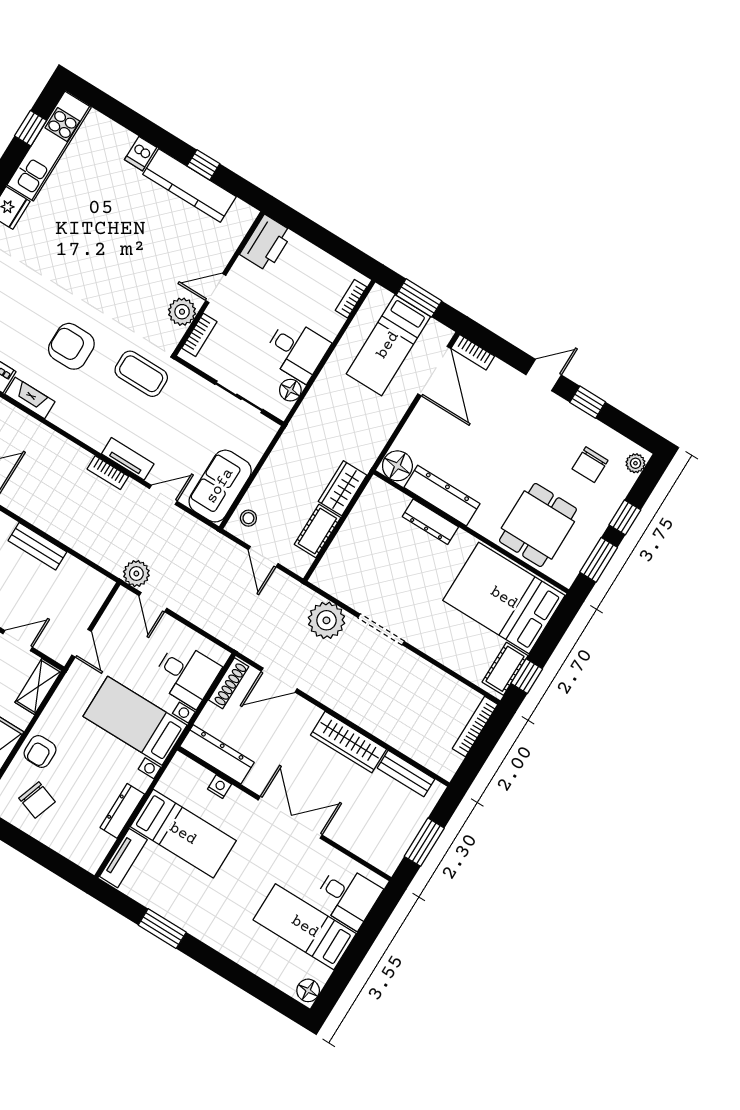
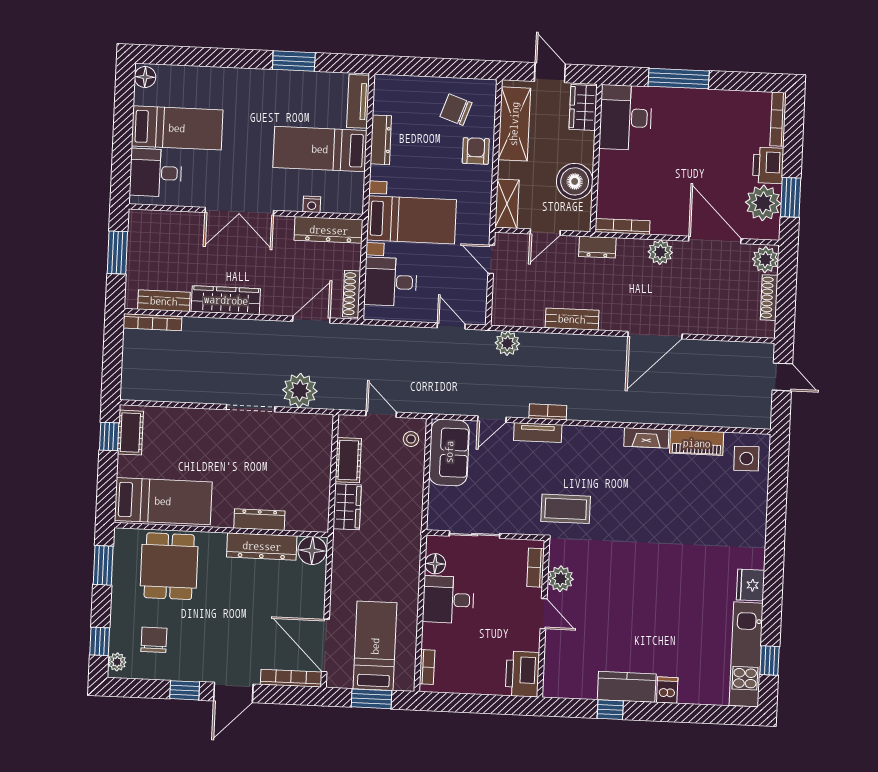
kitchen counter: (189, 185) -> (627, 687), width x0.67
door: (216, 288) -> (544, 614), hinge flipped
armchair: (71, 346) -> (636, 499), removed
bookcase: (473, 352) -> (291, 678), width x1.56
door: (544, 375) -> (233, 692), width x1.38
window: (625, 517) -> (100, 641), moved
plant: (136, 574) -> (507, 343), moved
bed: (504, 598) -> (163, 501), width x0.67
bookcase: (475, 726) -> (152, 322), moved, turned 90

